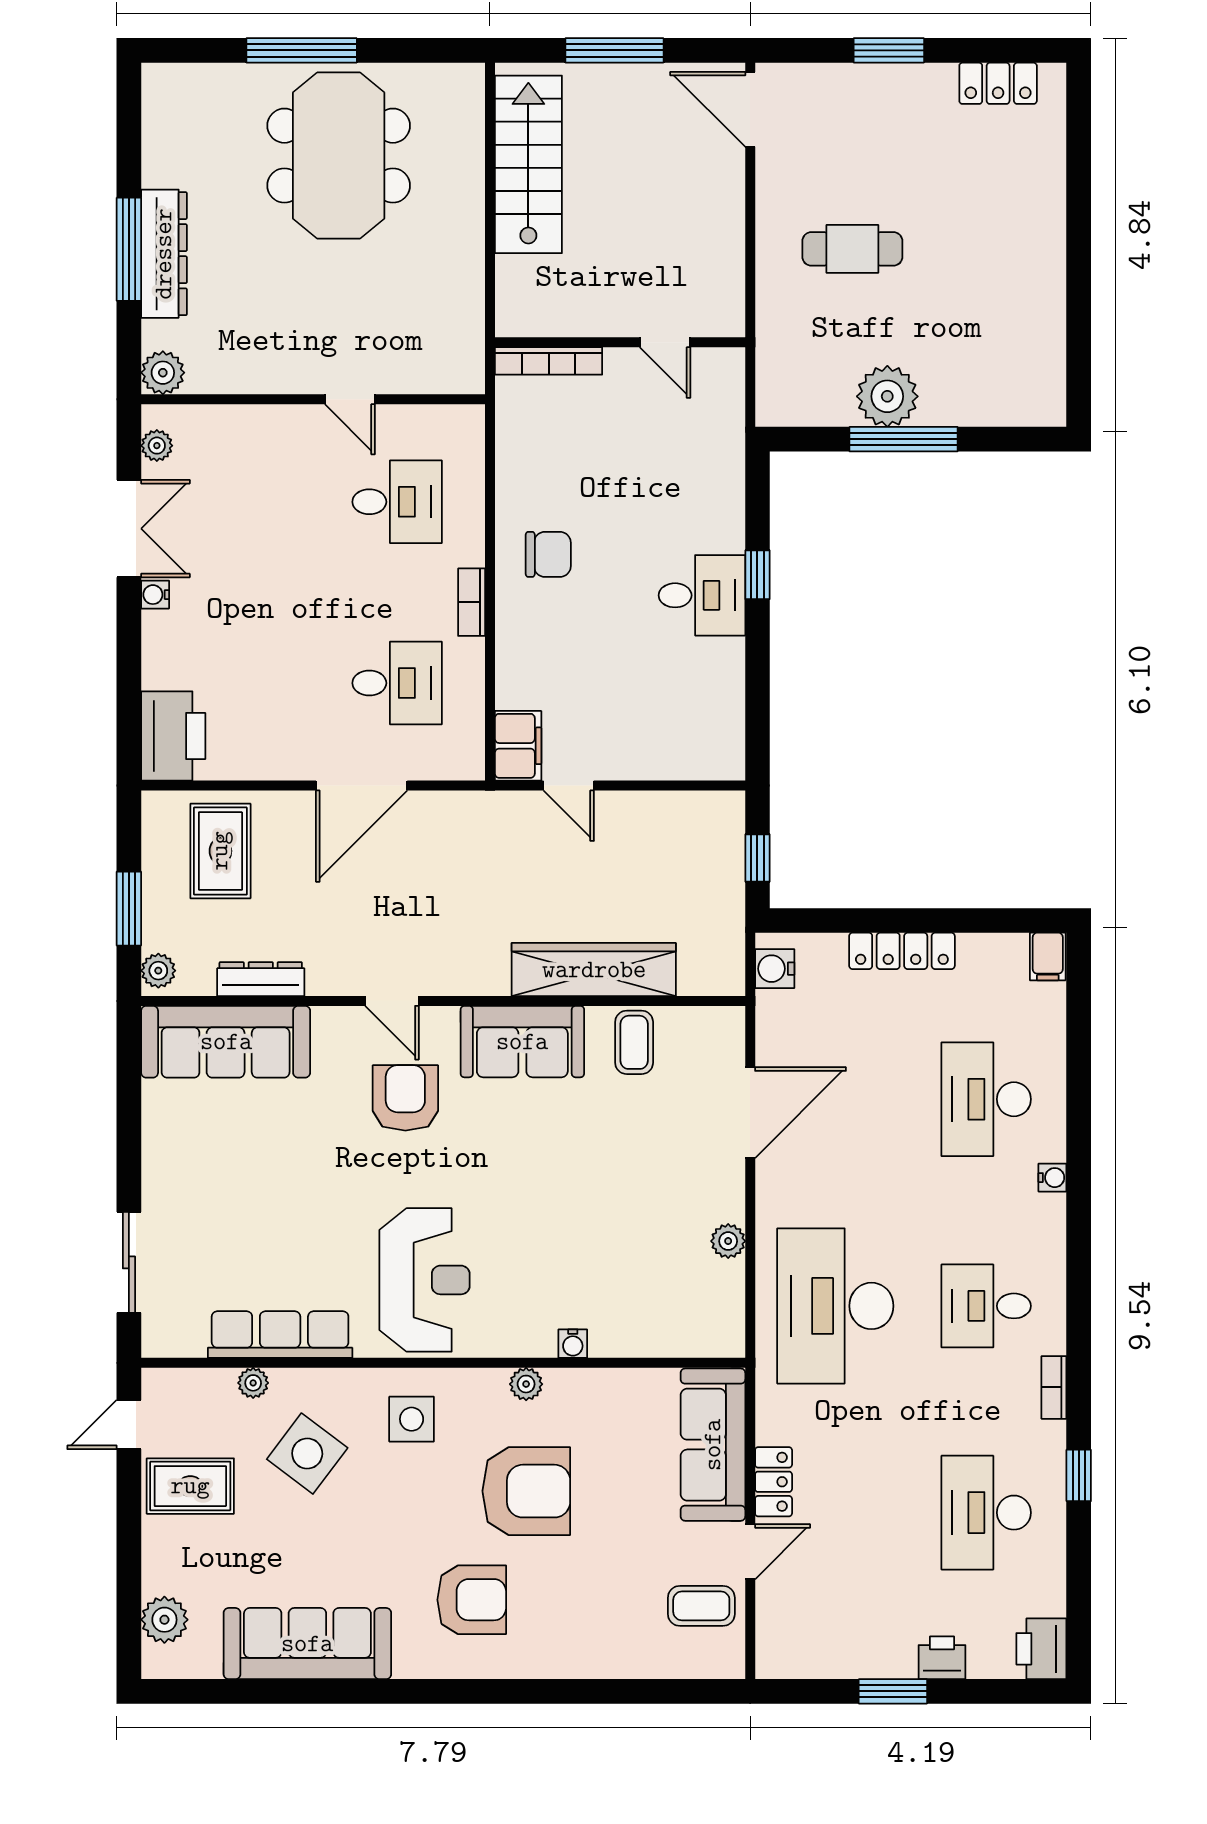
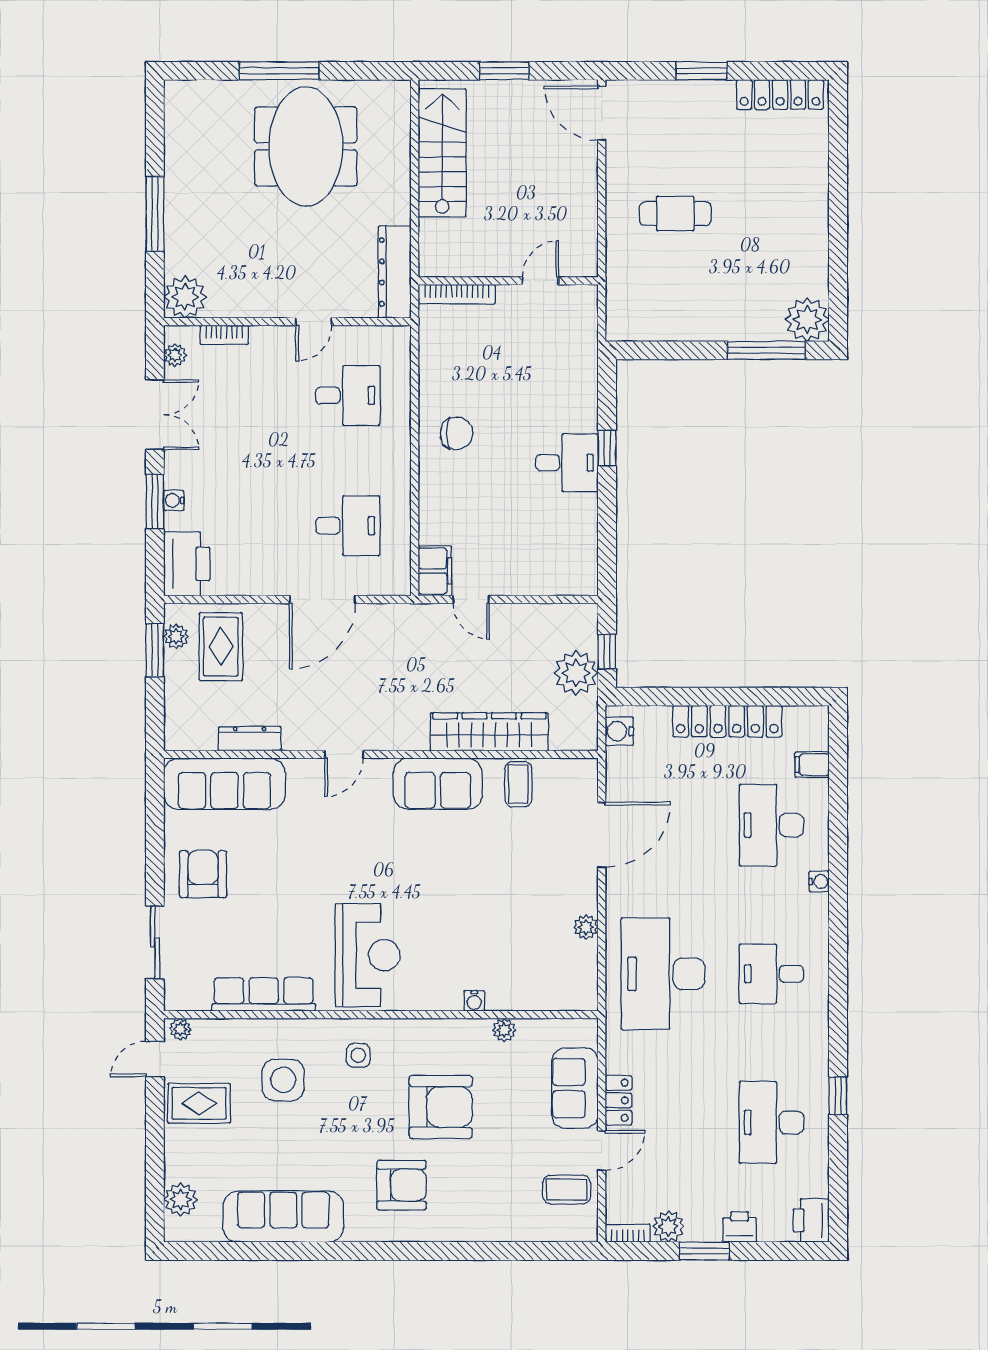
window: (614, 50) -> (504, 71), width x0.69
locker: (998, 83) -> (780, 94), width x1.53
dresser: (164, 254) -> (395, 272), moved, turned 180
door: (665, 342) -> (540, 281), swing flipped
plant: (163, 373) -> (185, 297), width x1.36, depth x1.36
plant: (887, 396) -> (807, 320), moved
door: (350, 399) -> (314, 322), hinge flipped
window: (904, 439) -> (766, 350), moved
water cooler: (155, 595) -> (174, 500), moved
bookcase: (472, 602) -> (224, 335), moved, turned -90
window: (129, 649) -> (155, 502), added
plant: (714, 888) -> (576, 673), added
window: (129, 909) -> (155, 650), moved
locker: (902, 951) -> (727, 721), width x1.41, depth x1.21
filing cabinet: (1048, 957) -> (812, 765), moved, turned 90
plant: (158, 971) -> (176, 636), moved
door: (392, 1001) -> (344, 754), hinge flipped
armchair: (405, 1098) -> (203, 874), moved
plant: (253, 1383) -> (180, 1029), moved
plant: (526, 1384) -> (504, 1030), moved
bookcase: (1054, 1387) -> (628, 1233), moved, turned 90
side table: (412, 1419) -> (358, 1055), width x0.73, depth x0.73
sofa: (713, 1445) -> (575, 1088), width x0.73
side table: (307, 1454) -> (283, 1080), turned -37
plant: (843, 1657) -> (668, 1226), added

